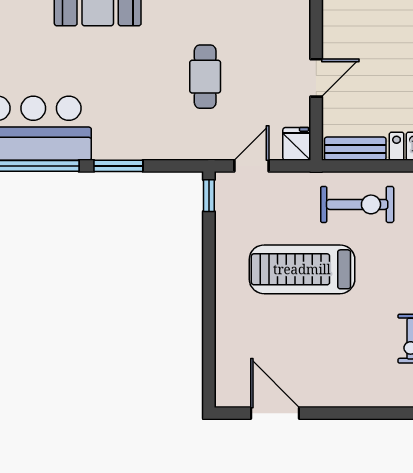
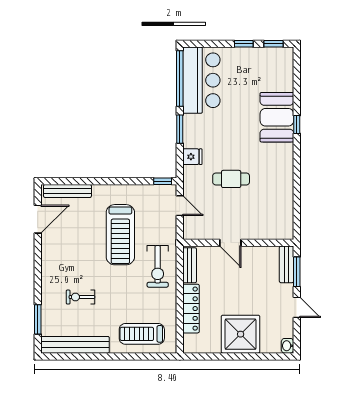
fridge: (297, 144) -> (192, 157), moved
treadmill: (302, 269) -> (120, 235), turned 180
bench: (226, 361) -> (67, 191), added

